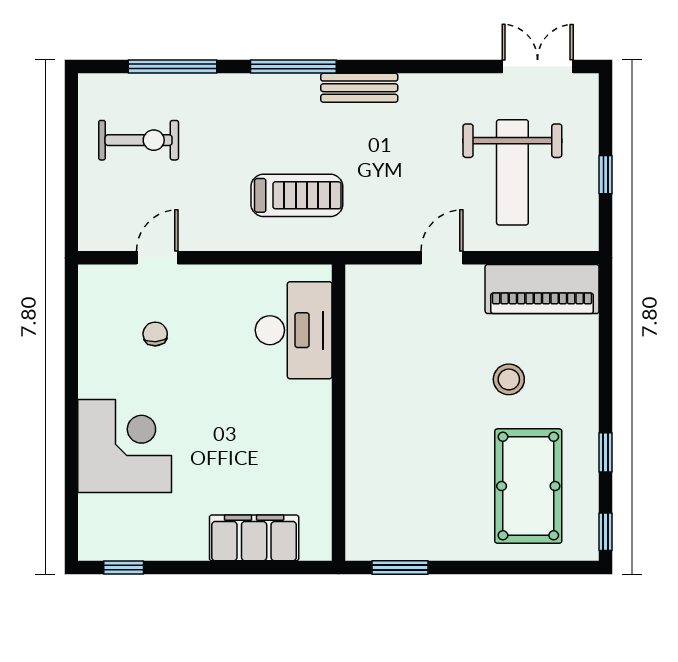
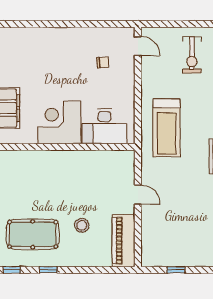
weight bench: (512, 172) -> (177, 227), removed
treadmill: (297, 195) -> (166, 128), width x1.37, depth x1.38
door: (157, 258) -> (138, 46), moved
corner desk: (125, 446) -> (59, 122), moved, turned 180

